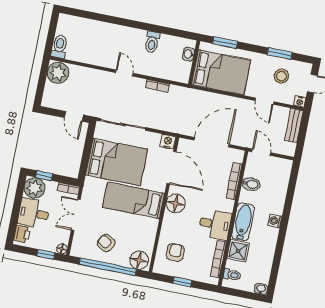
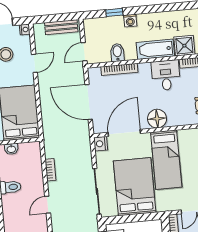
bench: (294, 125) -> (61, 27), moved
window: (290, 193) -> (114, 12), added
washing machine: (275, 221) -> (130, 21), moved

